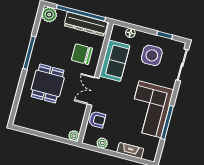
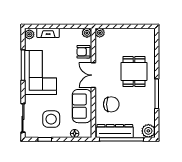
double door: (93, 91) -> (93, 75), swing flipped
plant: (102, 143) -> (87, 33), moved
plant: (151, 154) -> (29, 34), added

